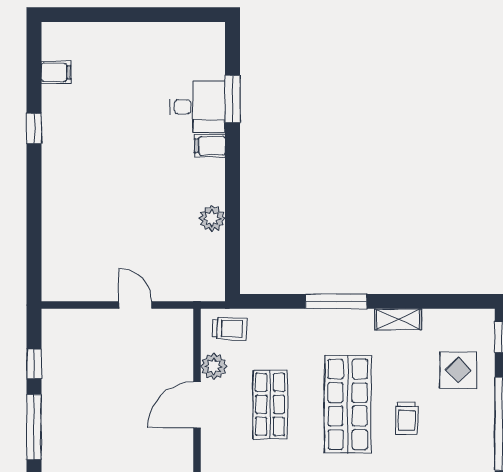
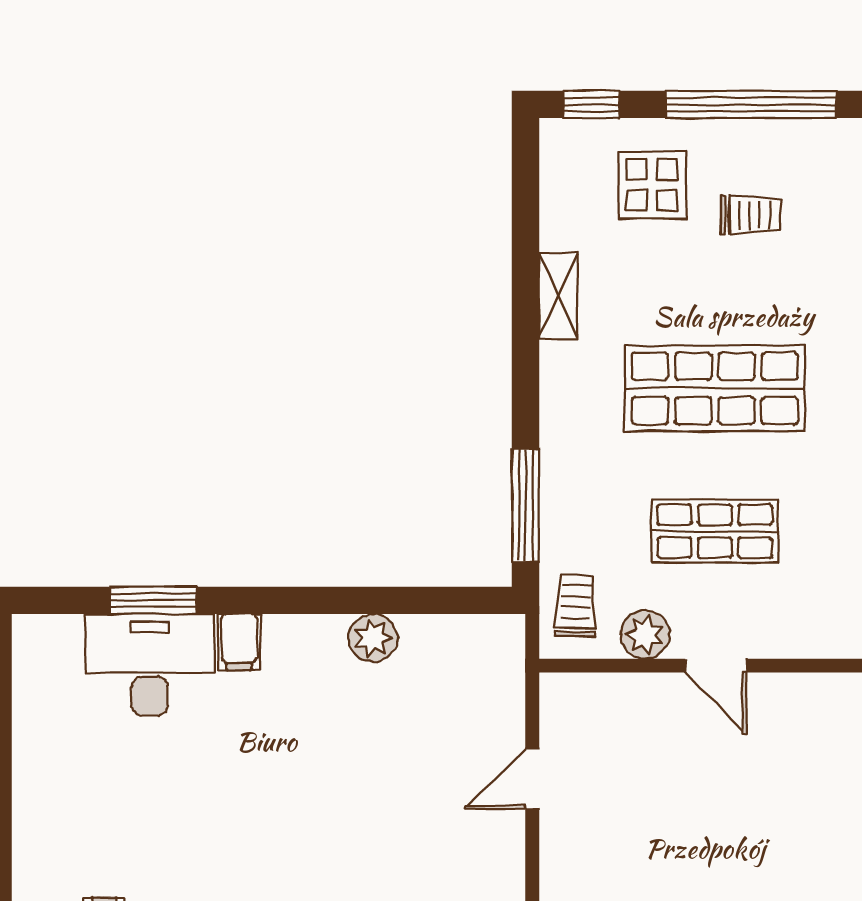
desk: (197, 107) -> (150, 665), width x1.37
window: (336, 301) -> (525, 505), moved
door: (197, 405) -> (716, 666), width x0.73
trolley: (407, 418) -> (751, 215), moved

